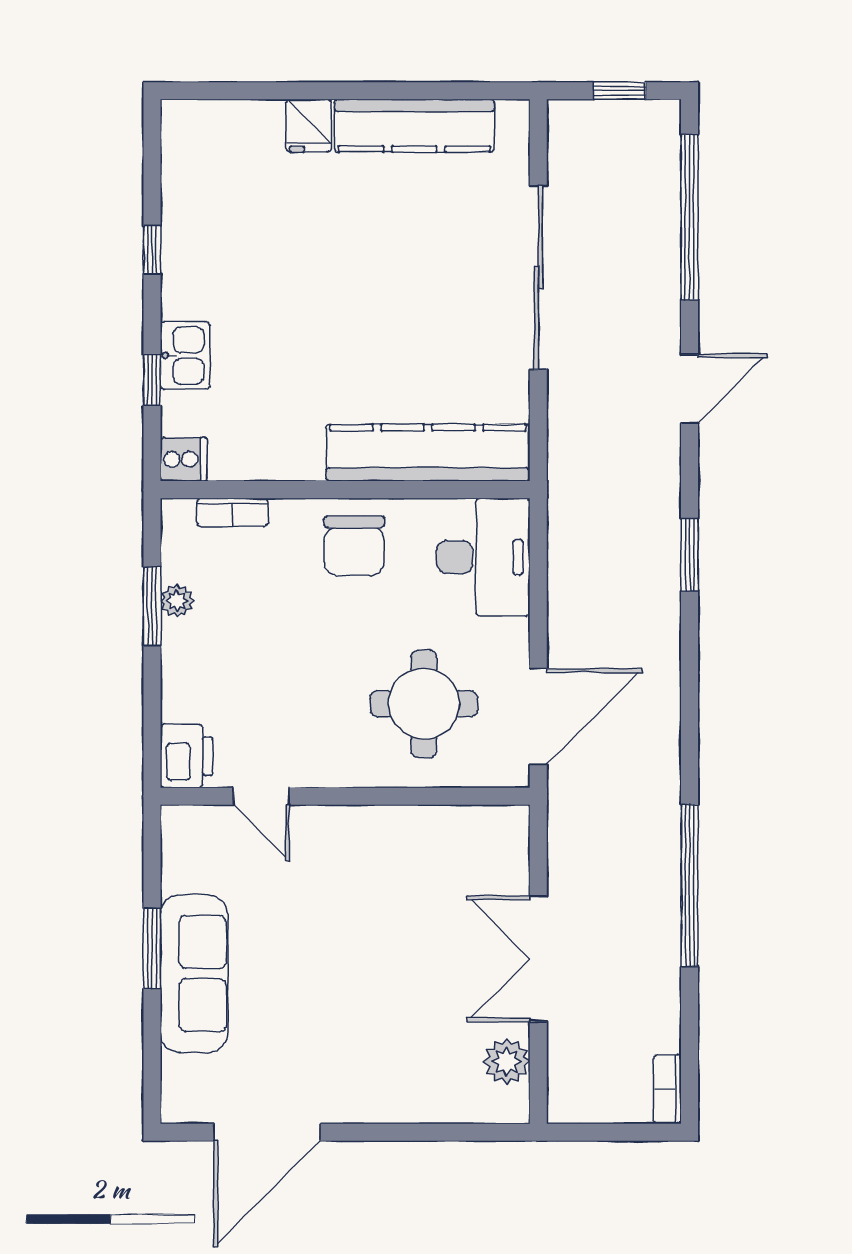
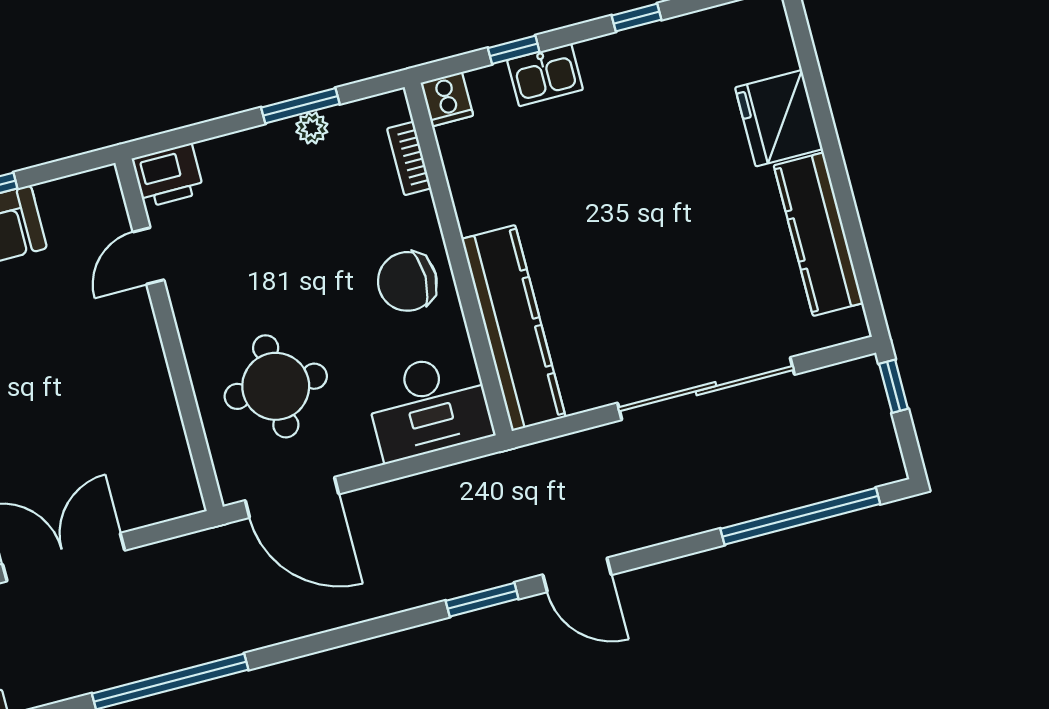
window: (619, 91) -> (894, 386), moved
fridge: (309, 126) -> (779, 118), width x1.88, depth x1.34
door: (690, 389) -> (577, 575), moved

